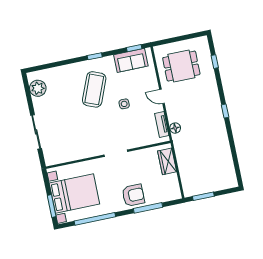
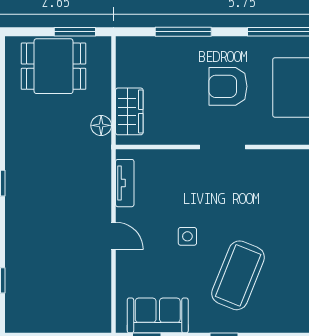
dining table: (181, 66) -> (54, 66), moved
floor lamp: (175, 128) -> (101, 125), moved
armchair: (133, 195) -> (228, 86), moved

